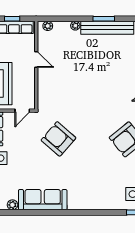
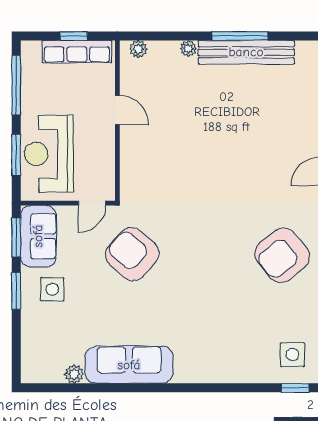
window: (104, 19) -> (240, 36), width x1.44
armchair: (58, 139) -> (132, 254), moved

